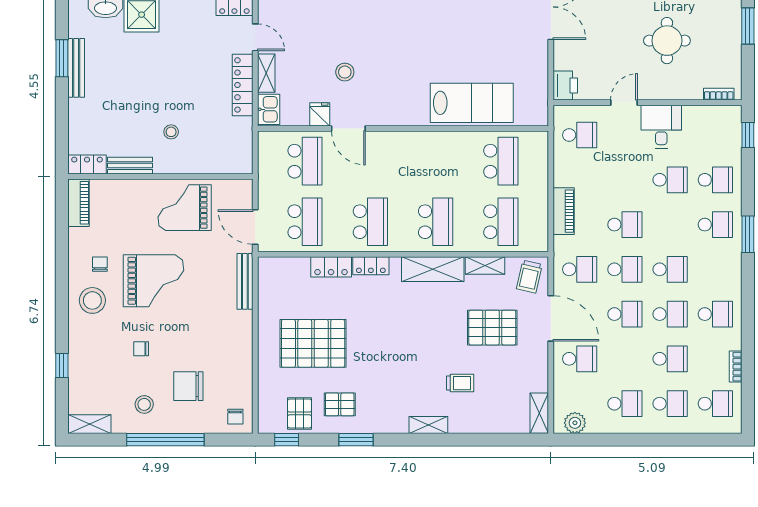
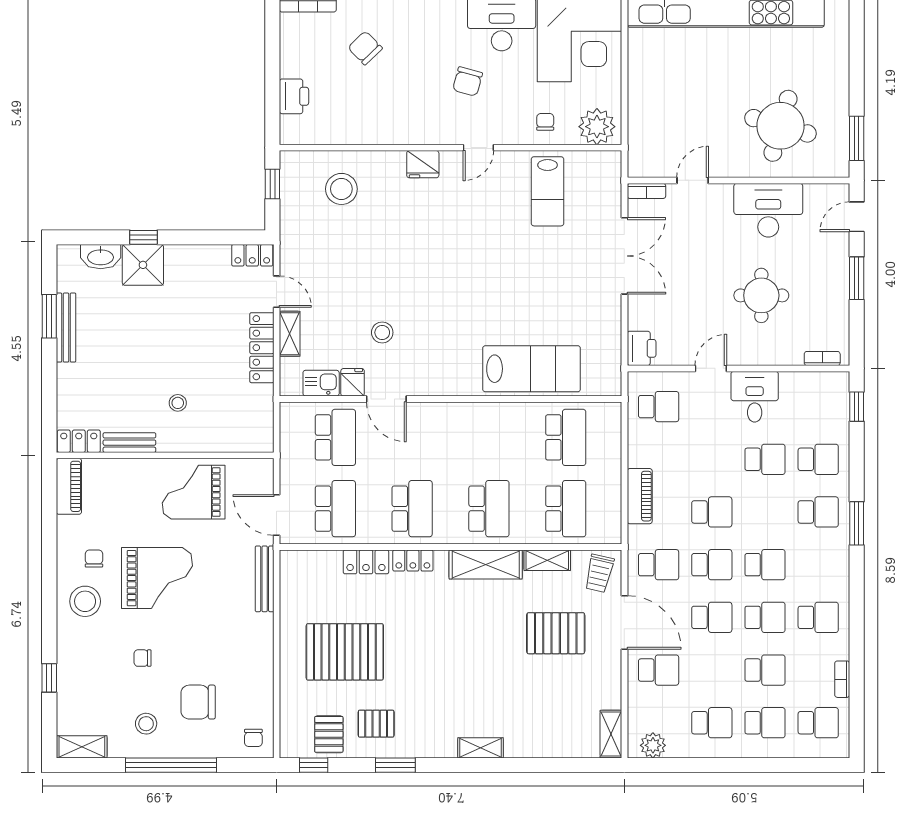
kitchen sink: (269, 109) -> (321, 383), moved, turned -90
trolley: (460, 383) -> (518, 698), removed

